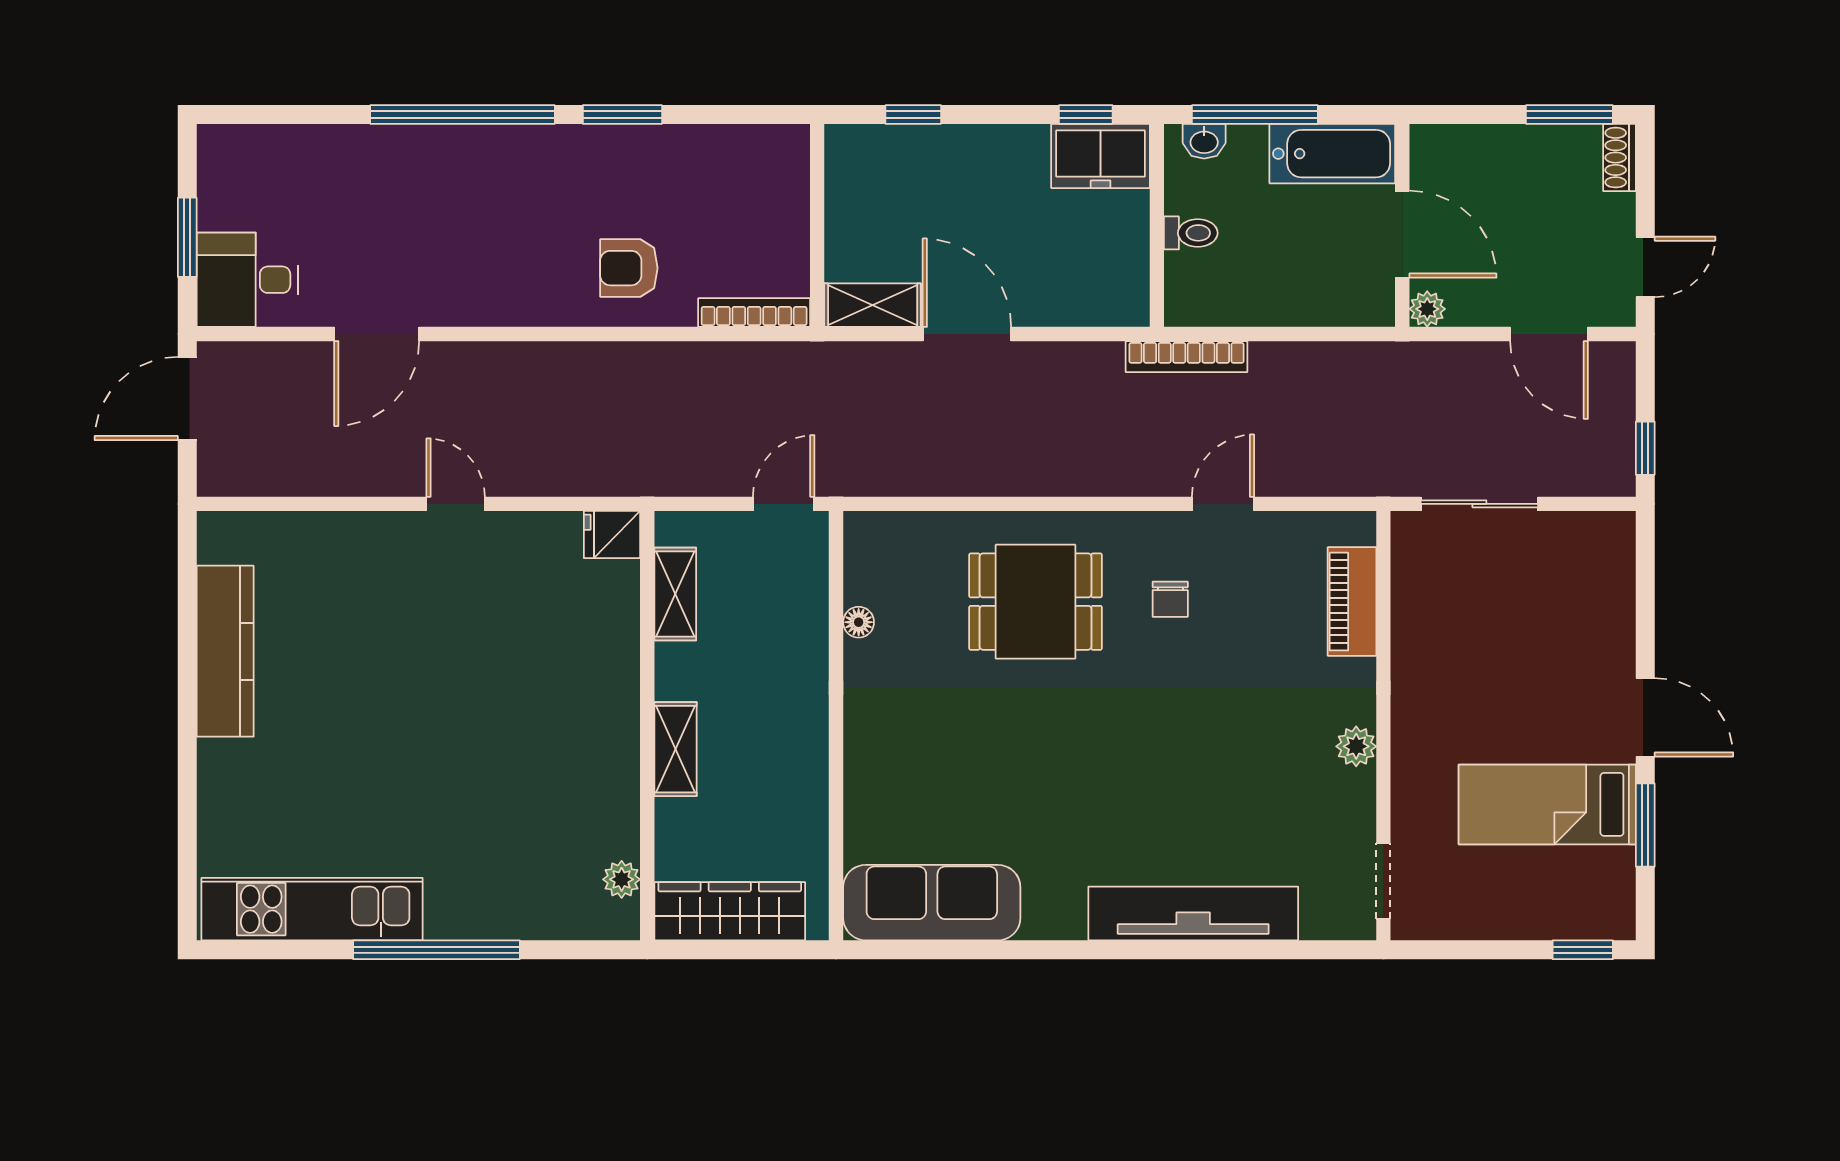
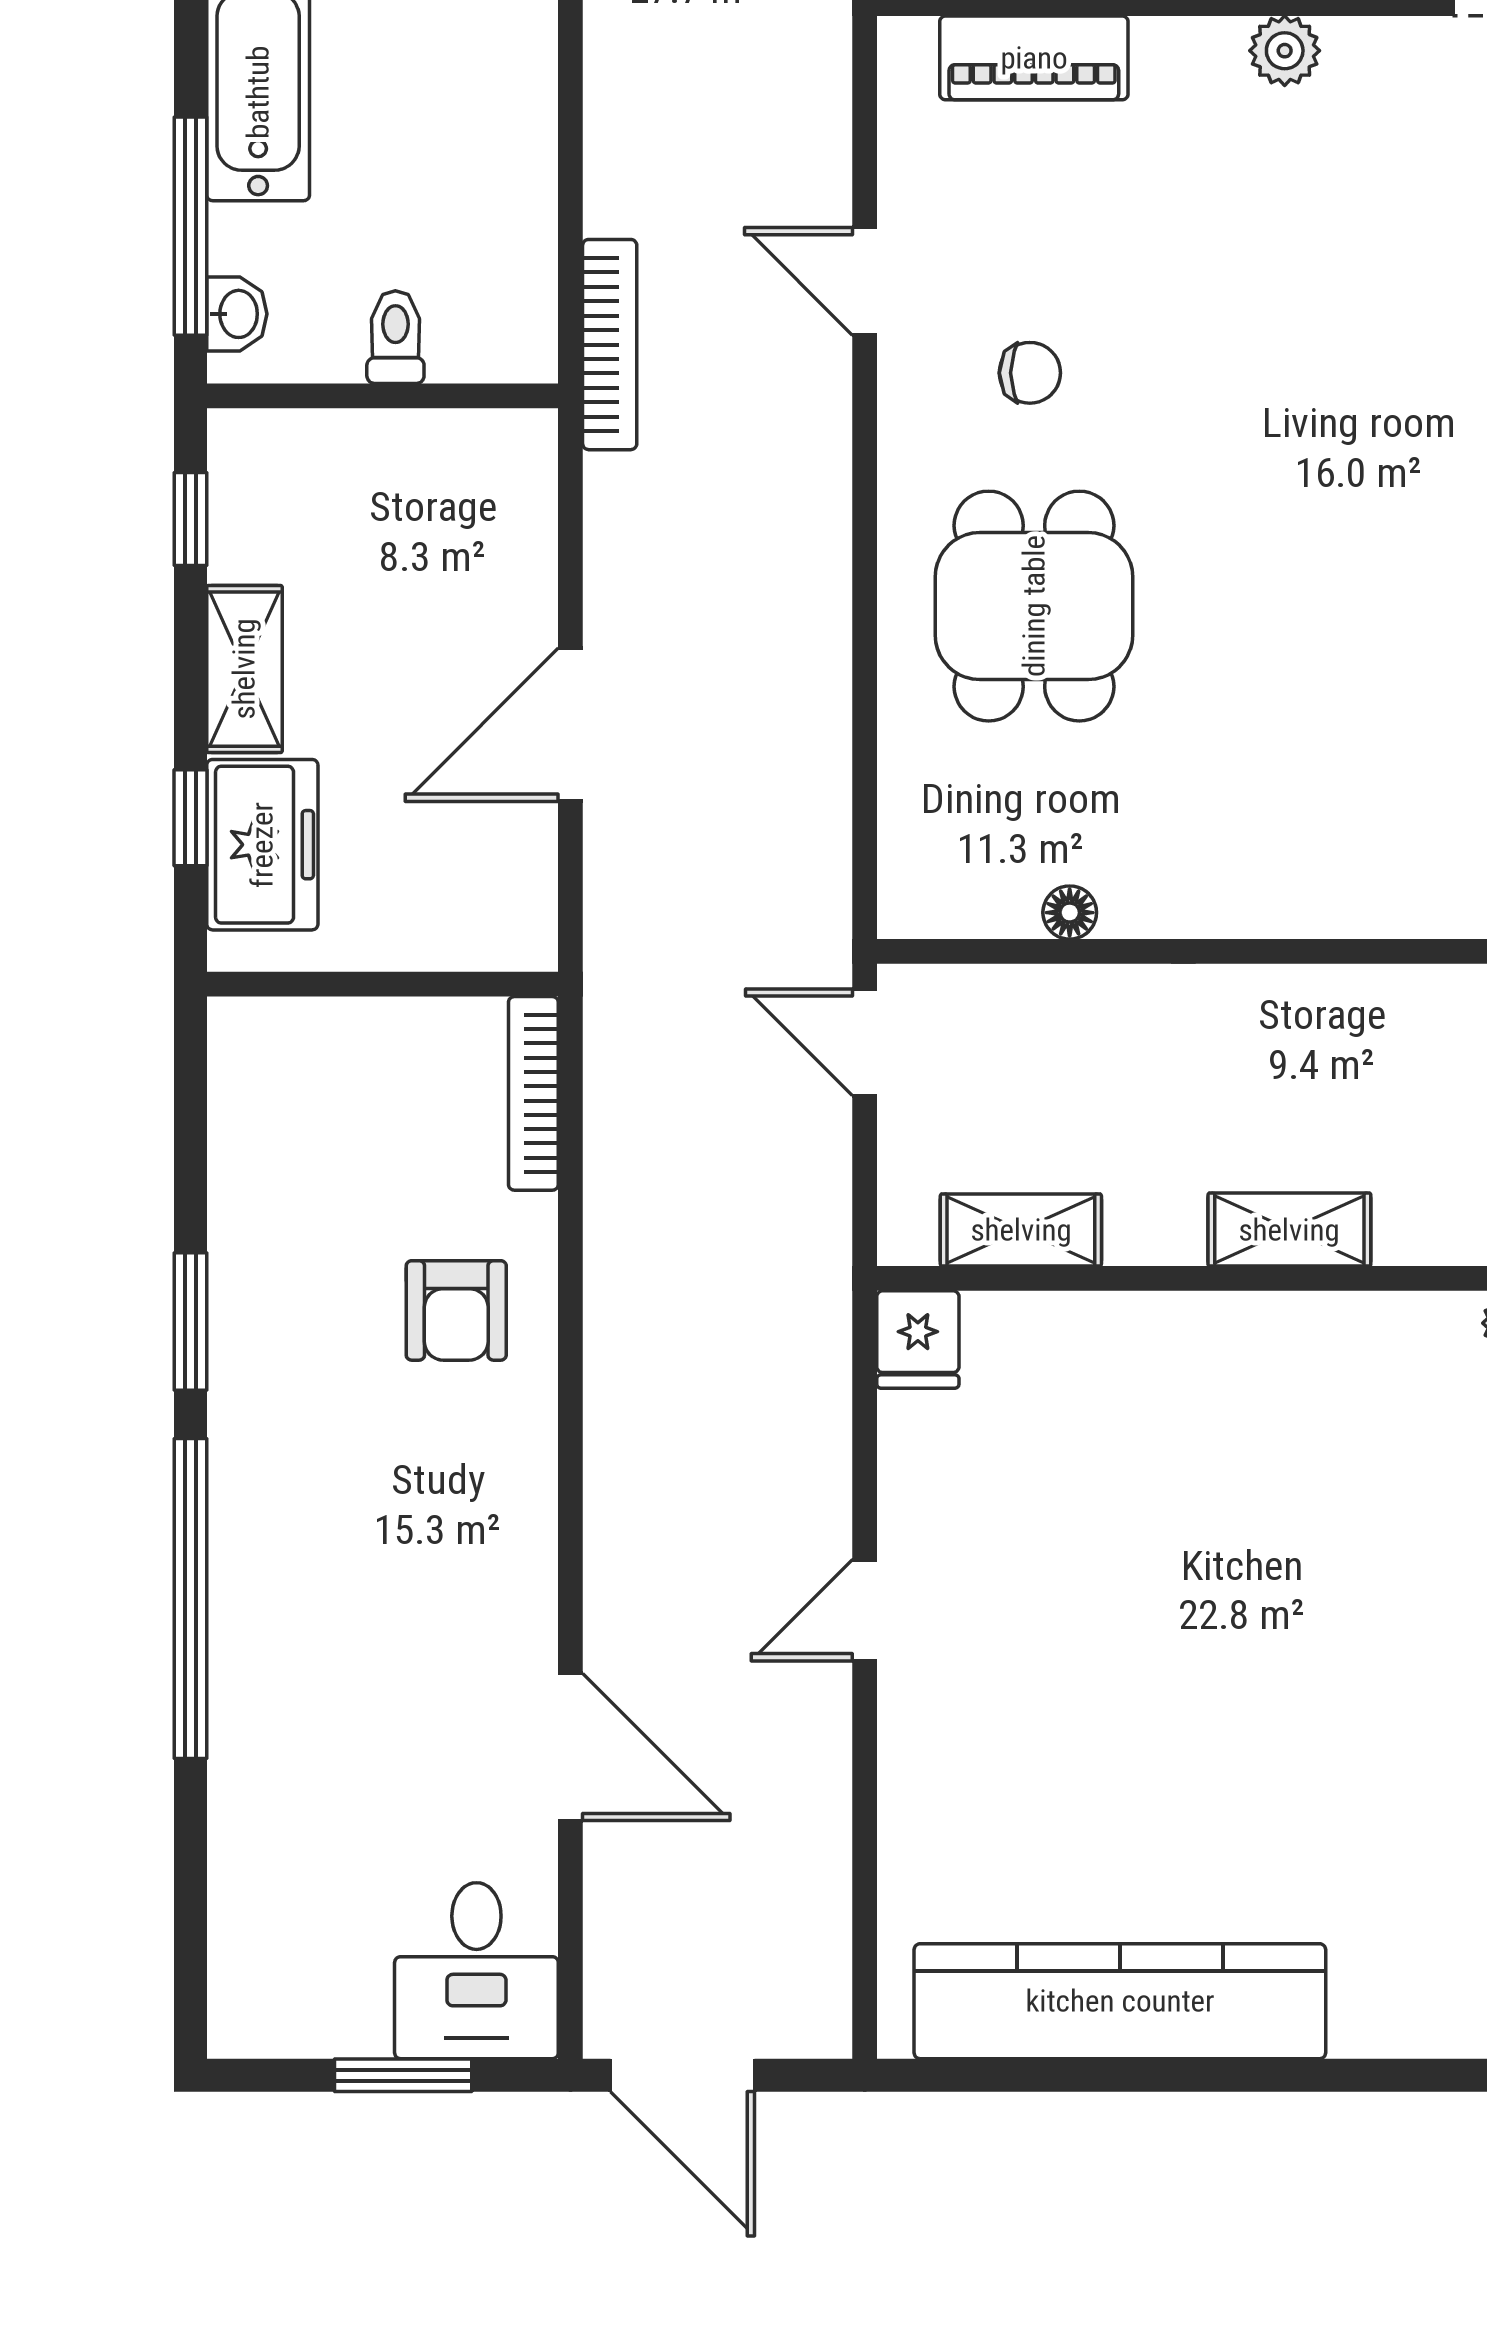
freezer: (1101, 156) -> (262, 845), moved
shelving: (873, 305) -> (244, 669), moved
kitchen counter: (225, 651) -> (1120, 2001), width x1.39, depth x1.17

